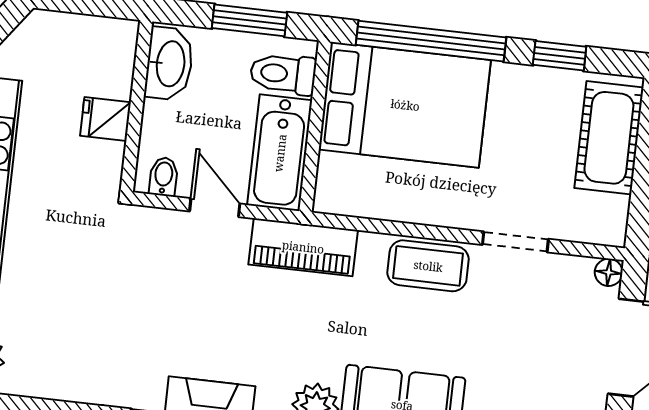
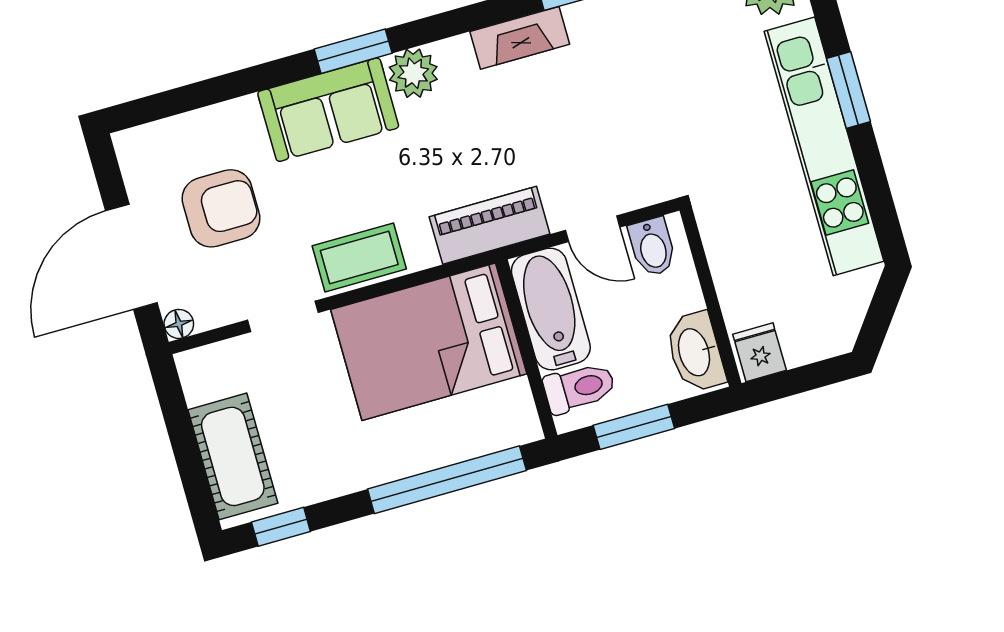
window: (560, 56) -> (281, 527), moved
bed: (405, 105) -> (429, 342), moved
fridge: (106, 119) -> (759, 352), moved, turned -90
bidet: (164, 177) -> (652, 247), width x1.38, depth x1.36
armchair: (531, 358) -> (221, 208), added

